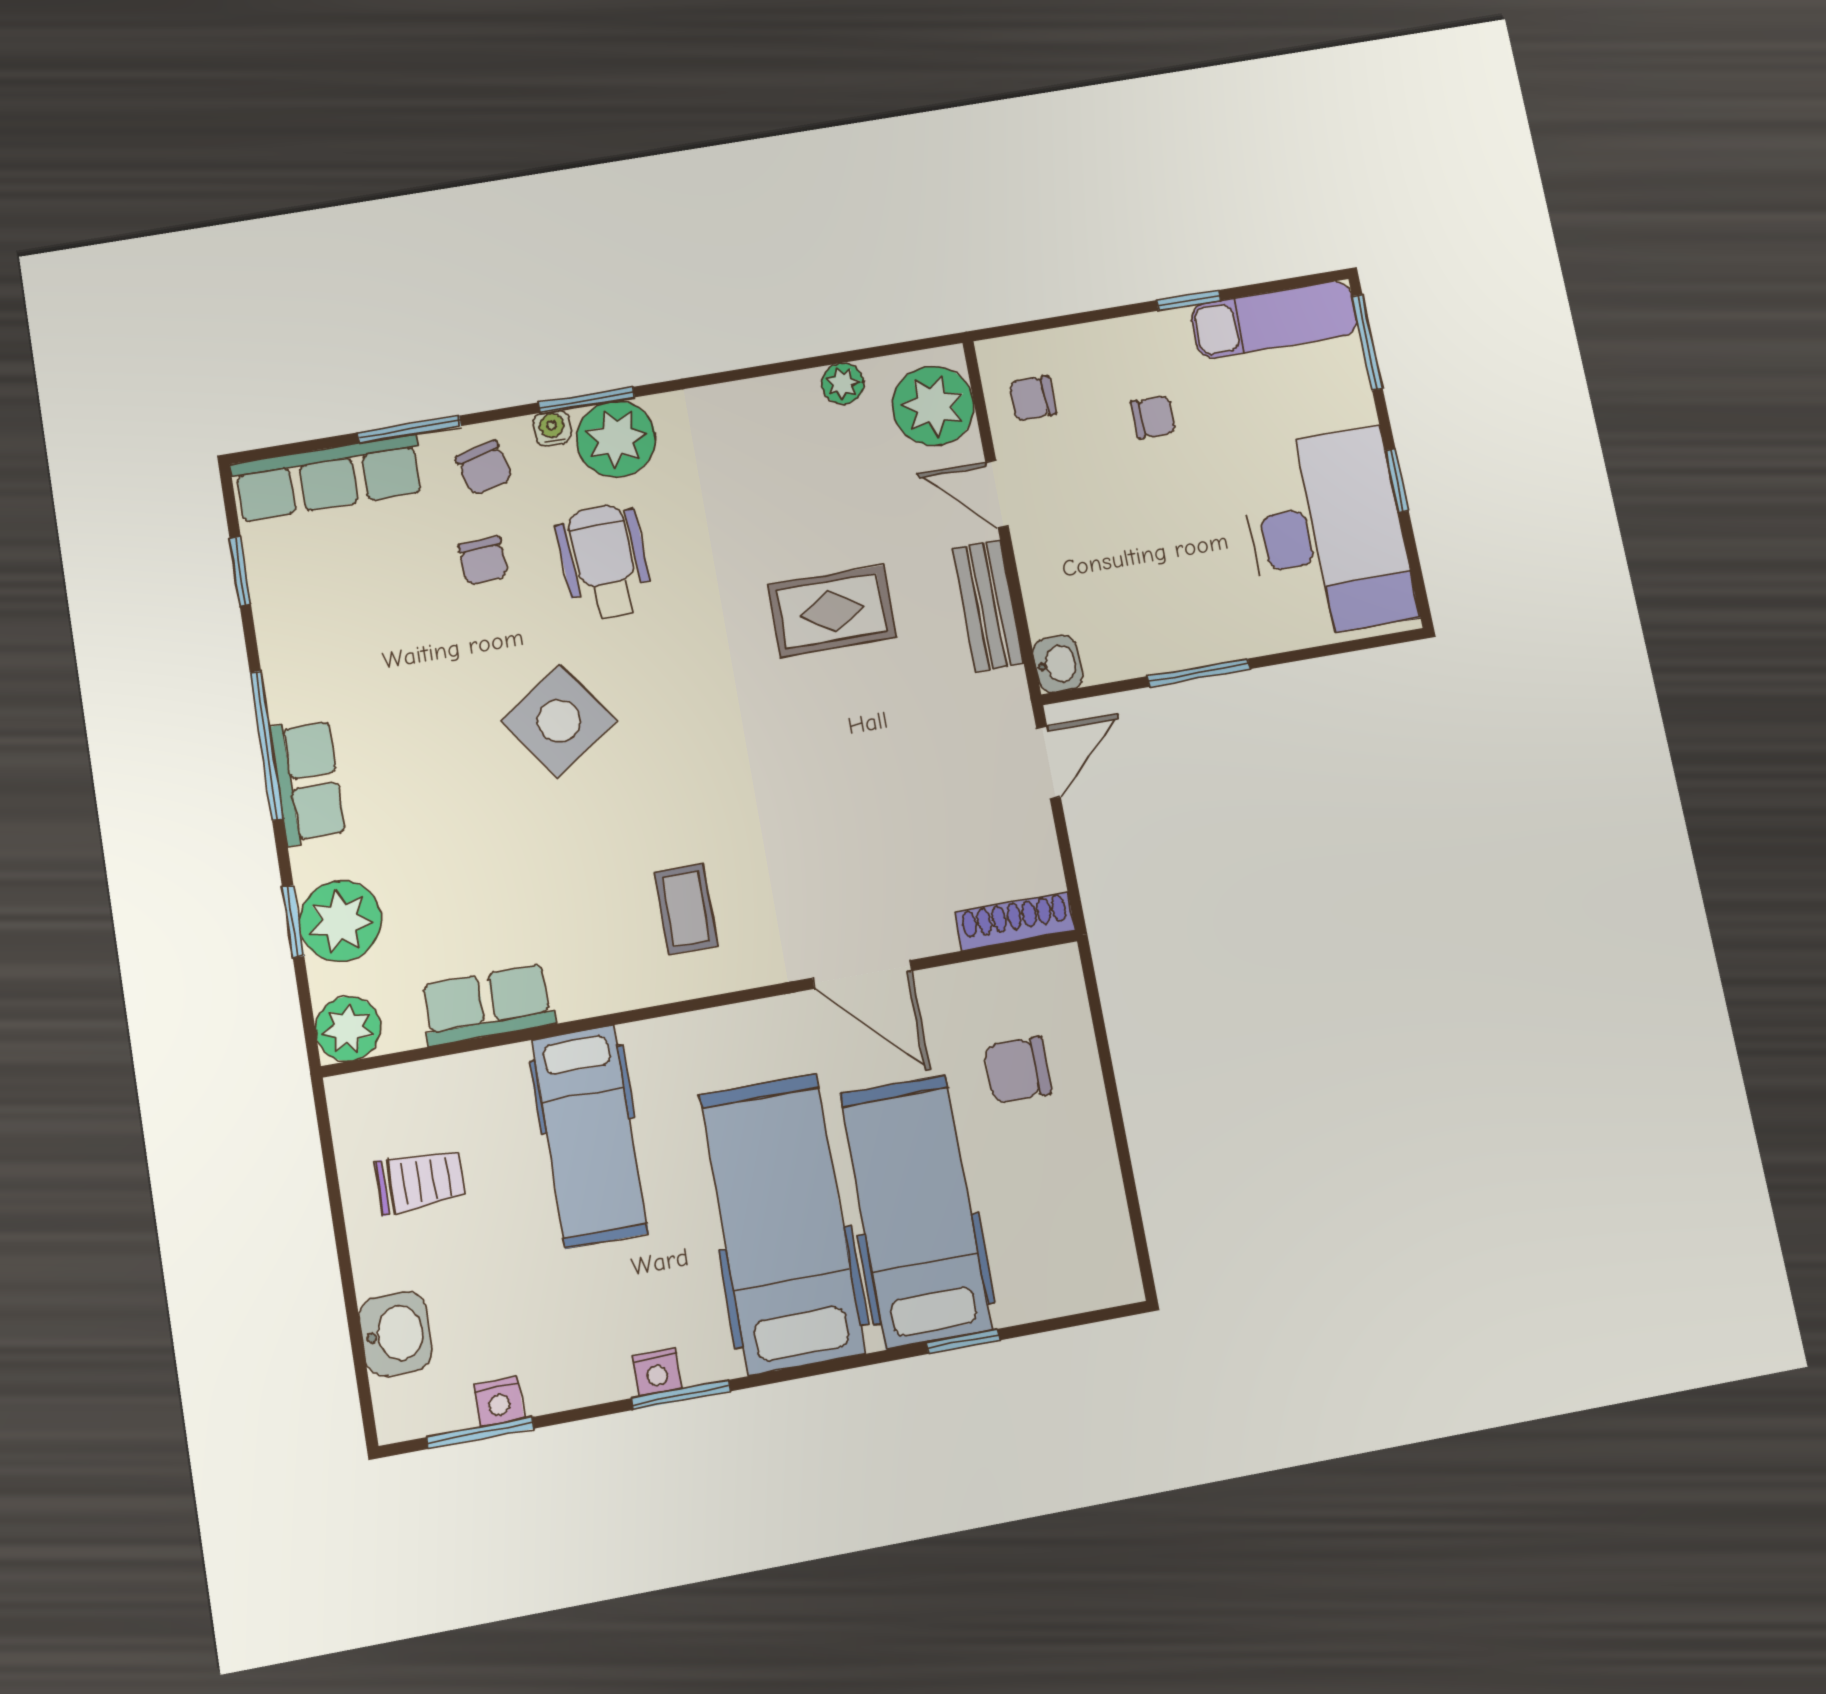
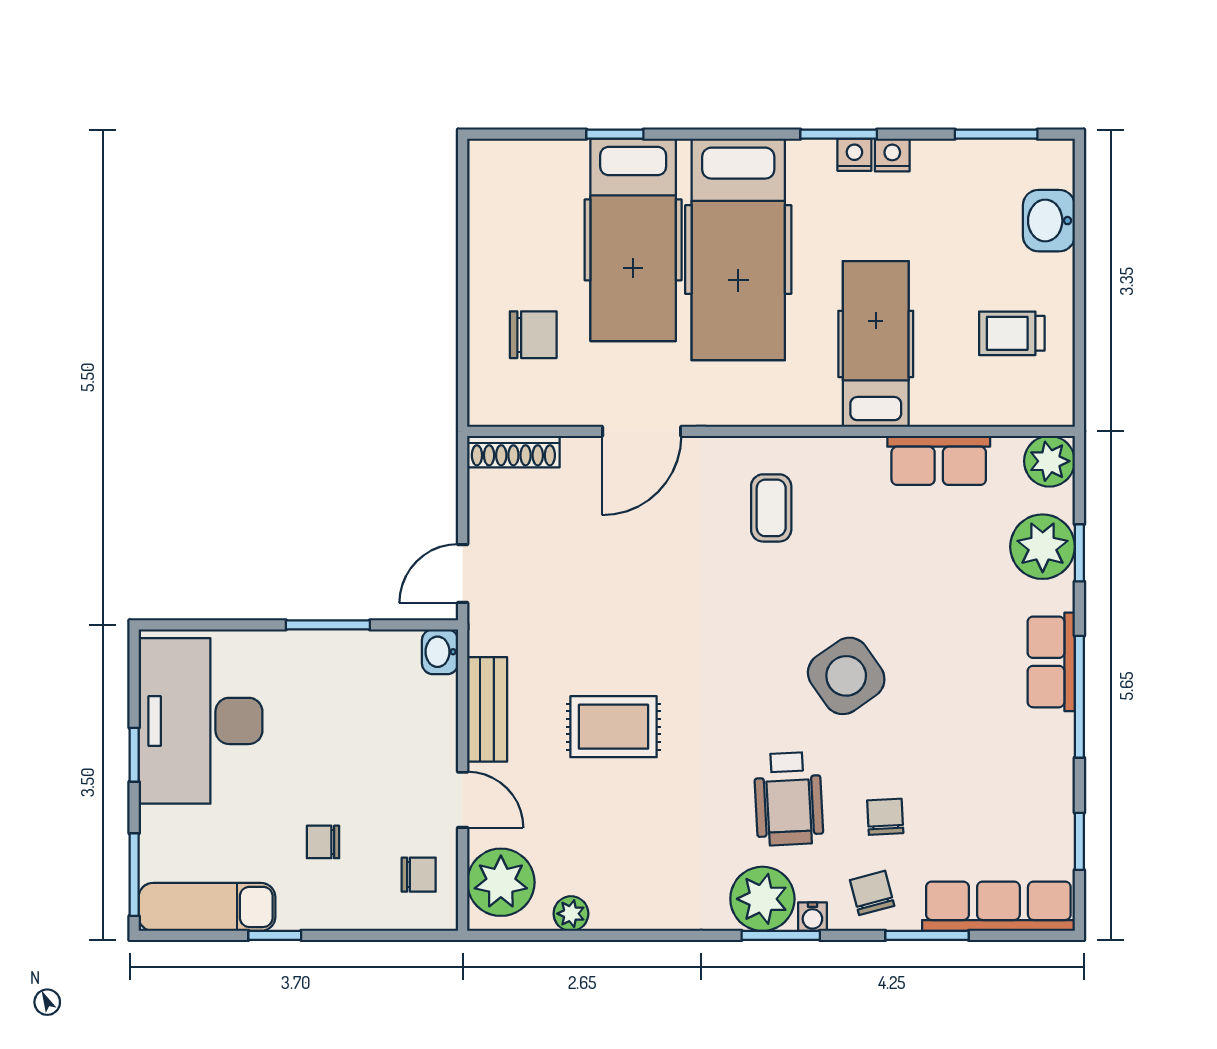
door: (862, 974) -> (642, 431), swing flipped
nightstand: (499, 1402) -> (892, 155), moved

